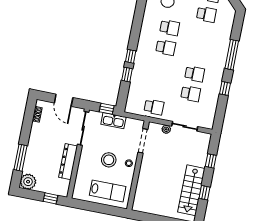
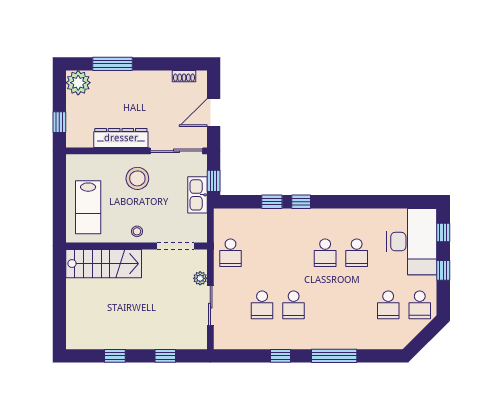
stool: (109, 160) -> (137, 178), moved
stairs: (191, 190) -> (104, 264), moved, turned 180

